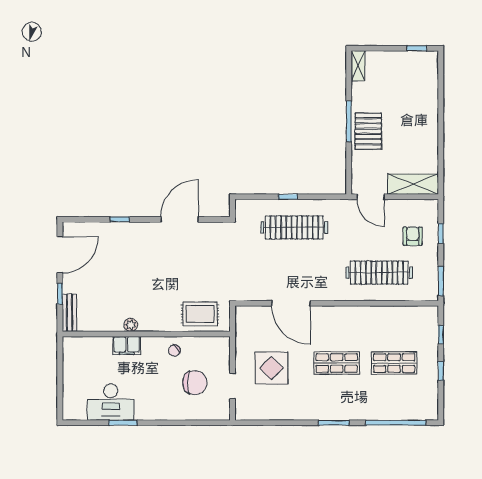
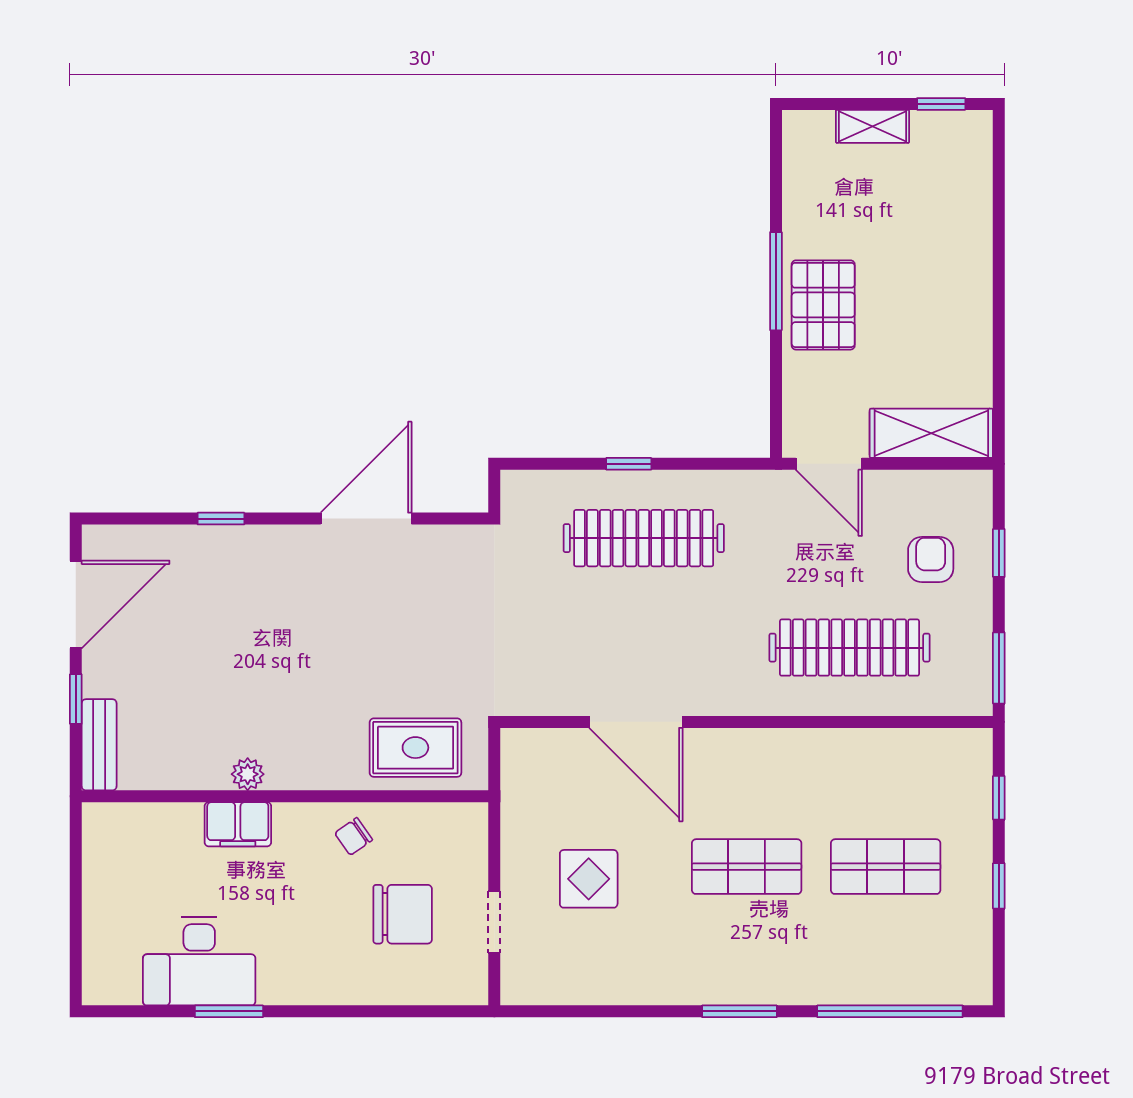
shelving: (358, 66) -> (873, 126), moved, turned 90
display table: (271, 368) -> (589, 879), width x0.73, depth x0.73

